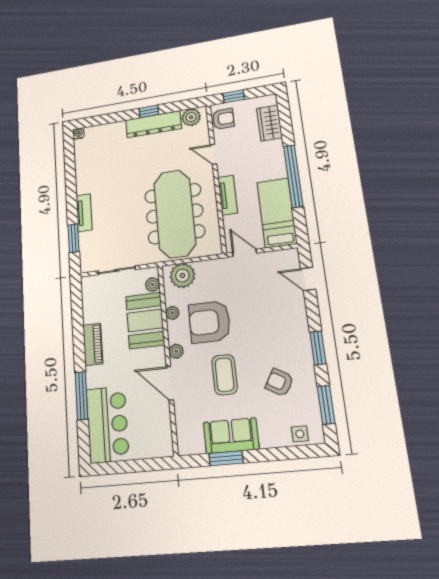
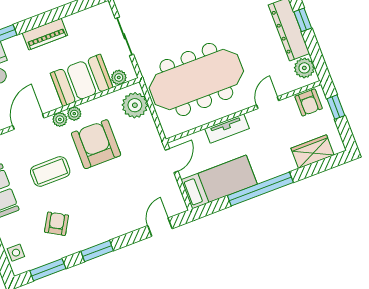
plant: (172, 313) -> (74, 114), moved

